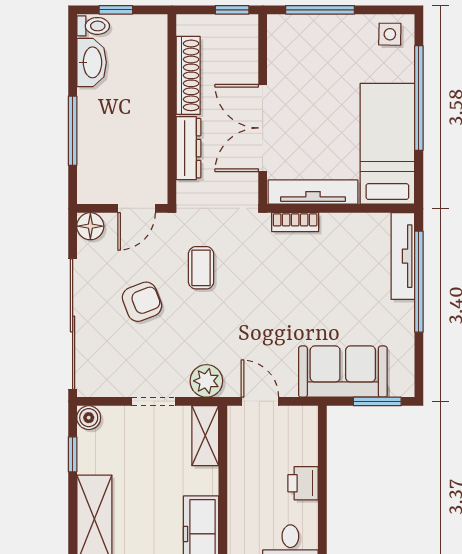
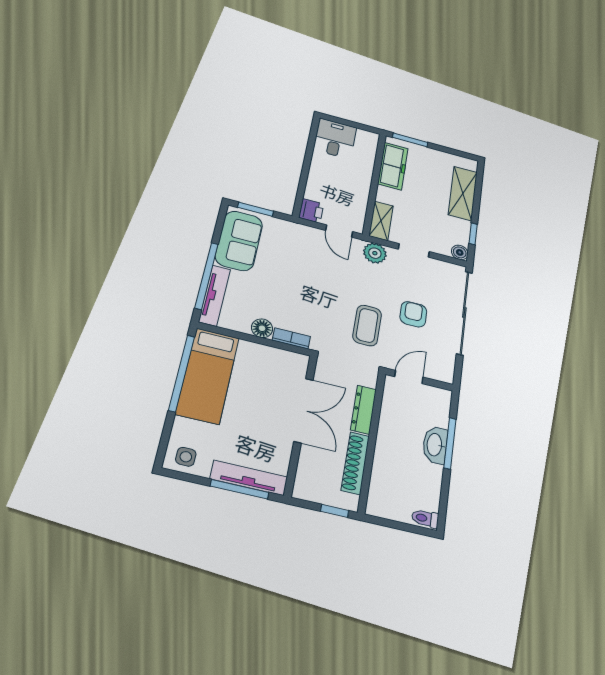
window: (116, 10) -> (406, 527), removed
window: (232, 10) -> (335, 511), moved
washbasin: (92, 62) -> (435, 445), moved
window: (419, 98) -> (182, 373), moved
tv unit: (313, 192) -> (249, 478), moved, turned 180
floor lamp: (90, 226) -> (262, 328), moved
coffee table: (201, 268) -> (367, 325), width x1.36, depth x1.30
armchair: (142, 302) -> (413, 314), turned 111
sofa: (343, 372) -> (239, 241), moved, turned -90
printer: (303, 483) -> (311, 211), moved

